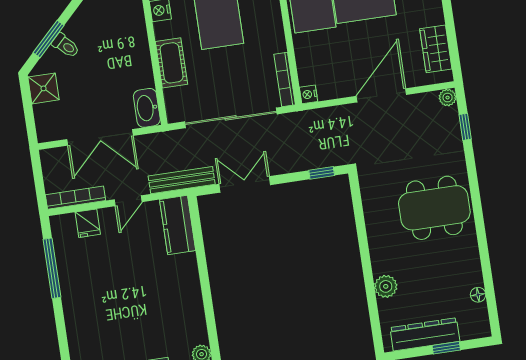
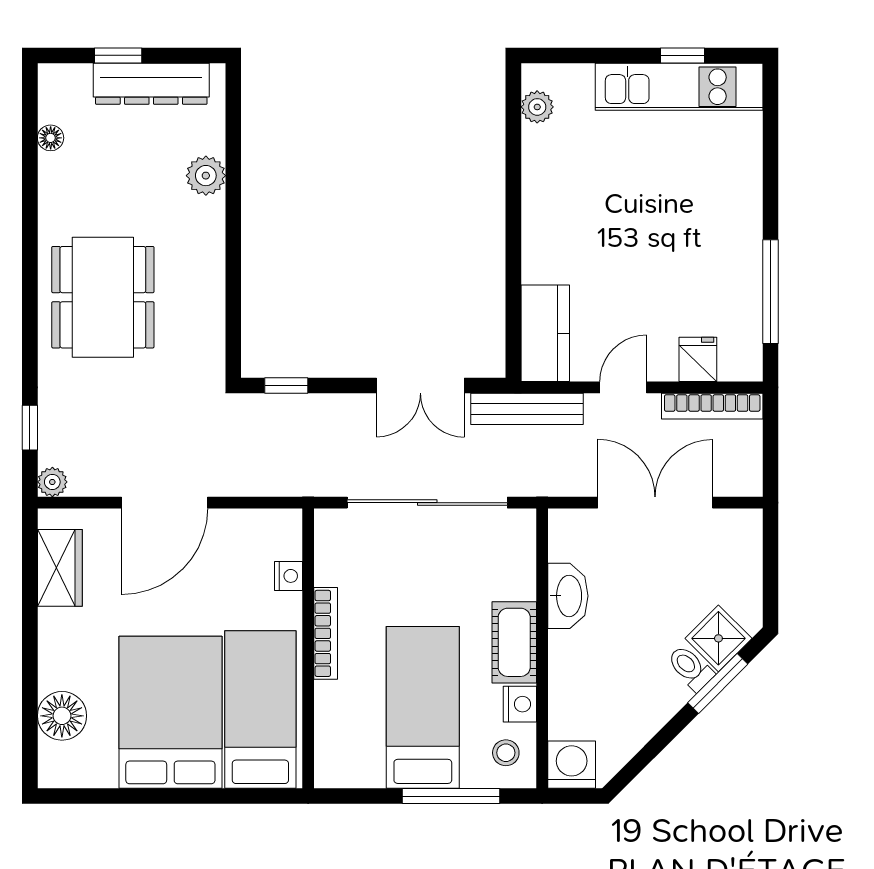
cot: (172, 63) -> (514, 642), moved
bookcase: (285, 79) -> (326, 633), moved
shower: (44, 88) -> (718, 638), moved, turned 45
nightstand: (309, 94) -> (288, 576), moved
washbasin: (147, 108) -> (568, 596), moved
dining table: (434, 208) -> (103, 297), turned 90

